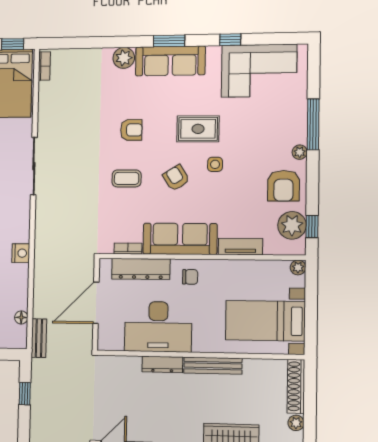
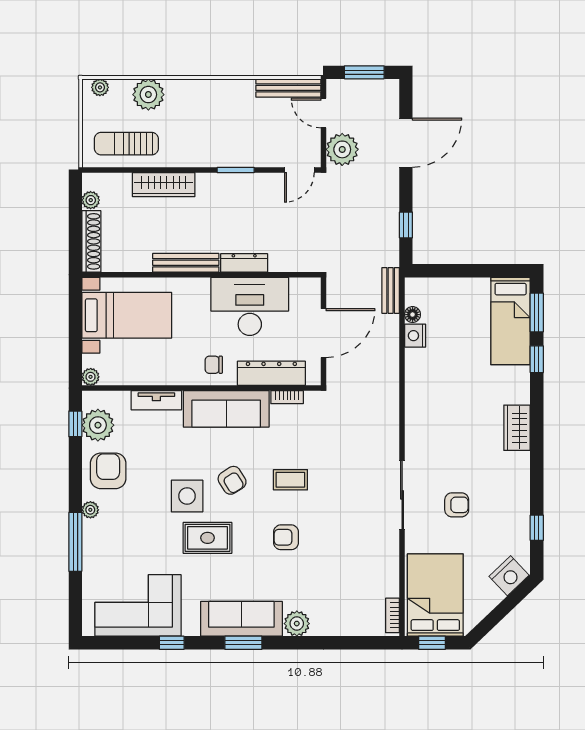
side table: (215, 164) -> (187, 496), width x1.87, depth x1.87
nightstand: (21, 253) -> (415, 336), moved

